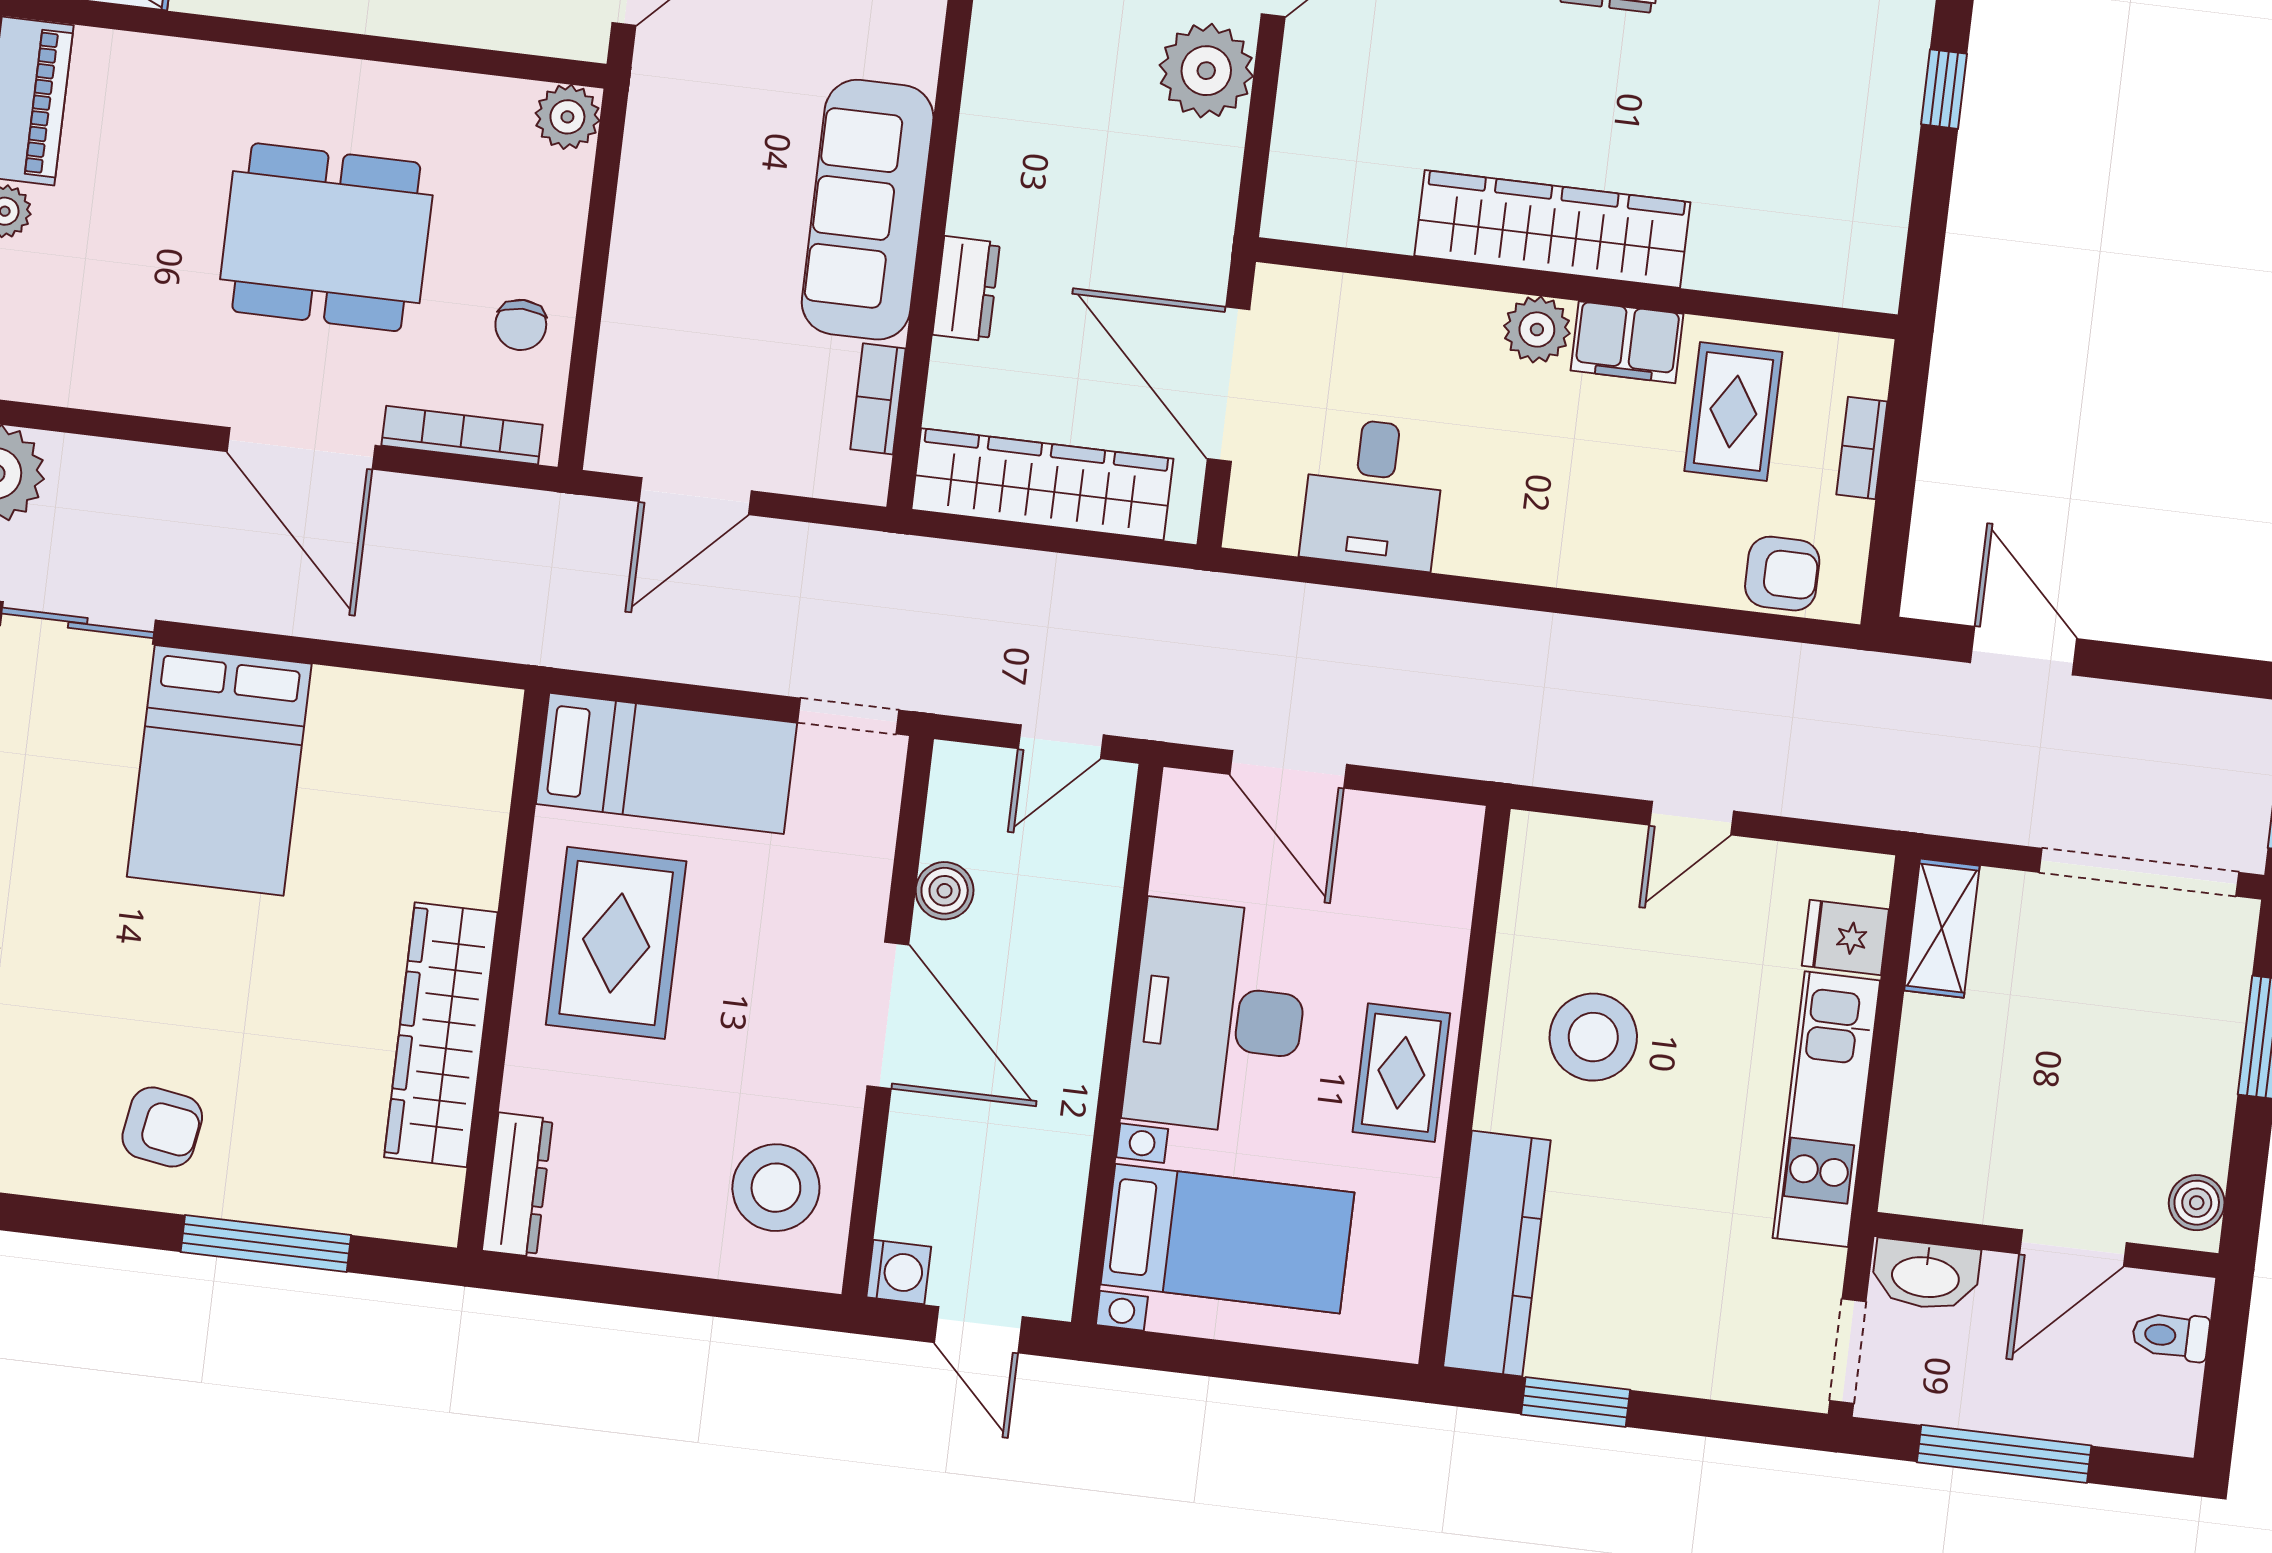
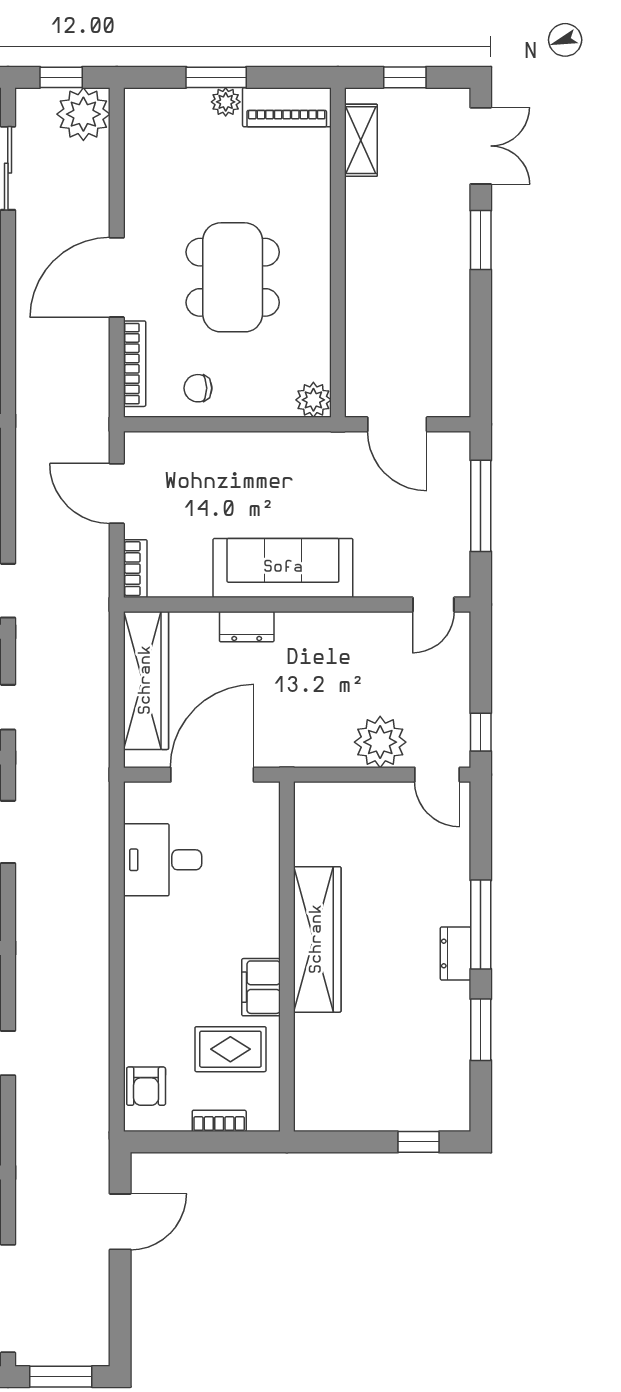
plant: (1537, 330) -> (262, 938), removed
bookcase: (878, 399) -> (135, 569), moved, turned 90

